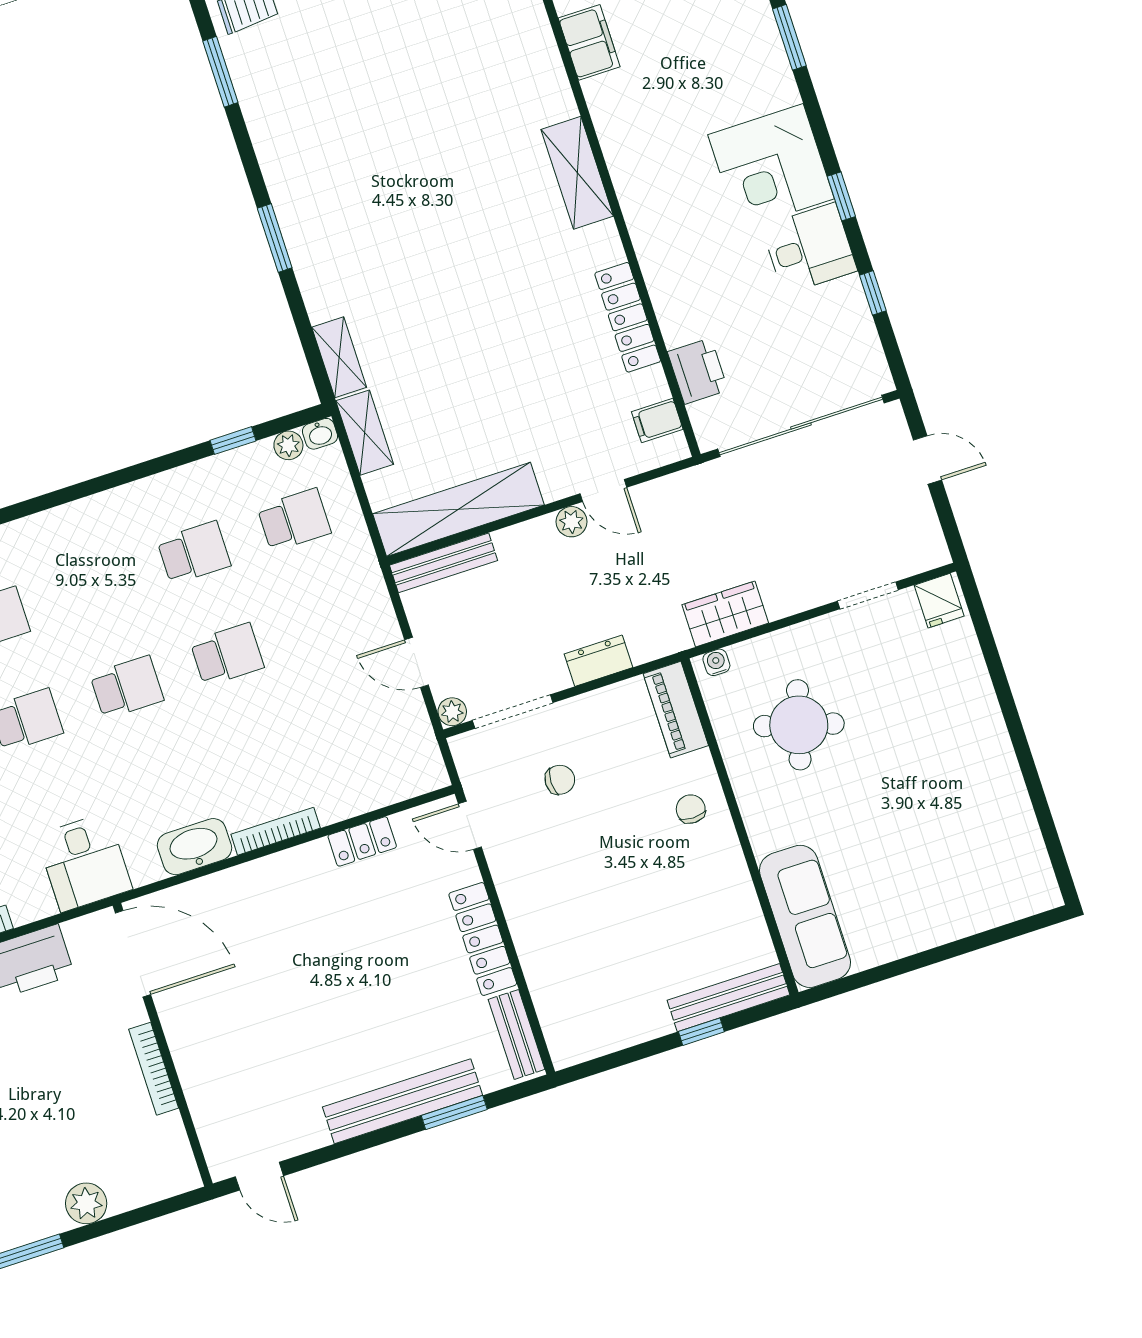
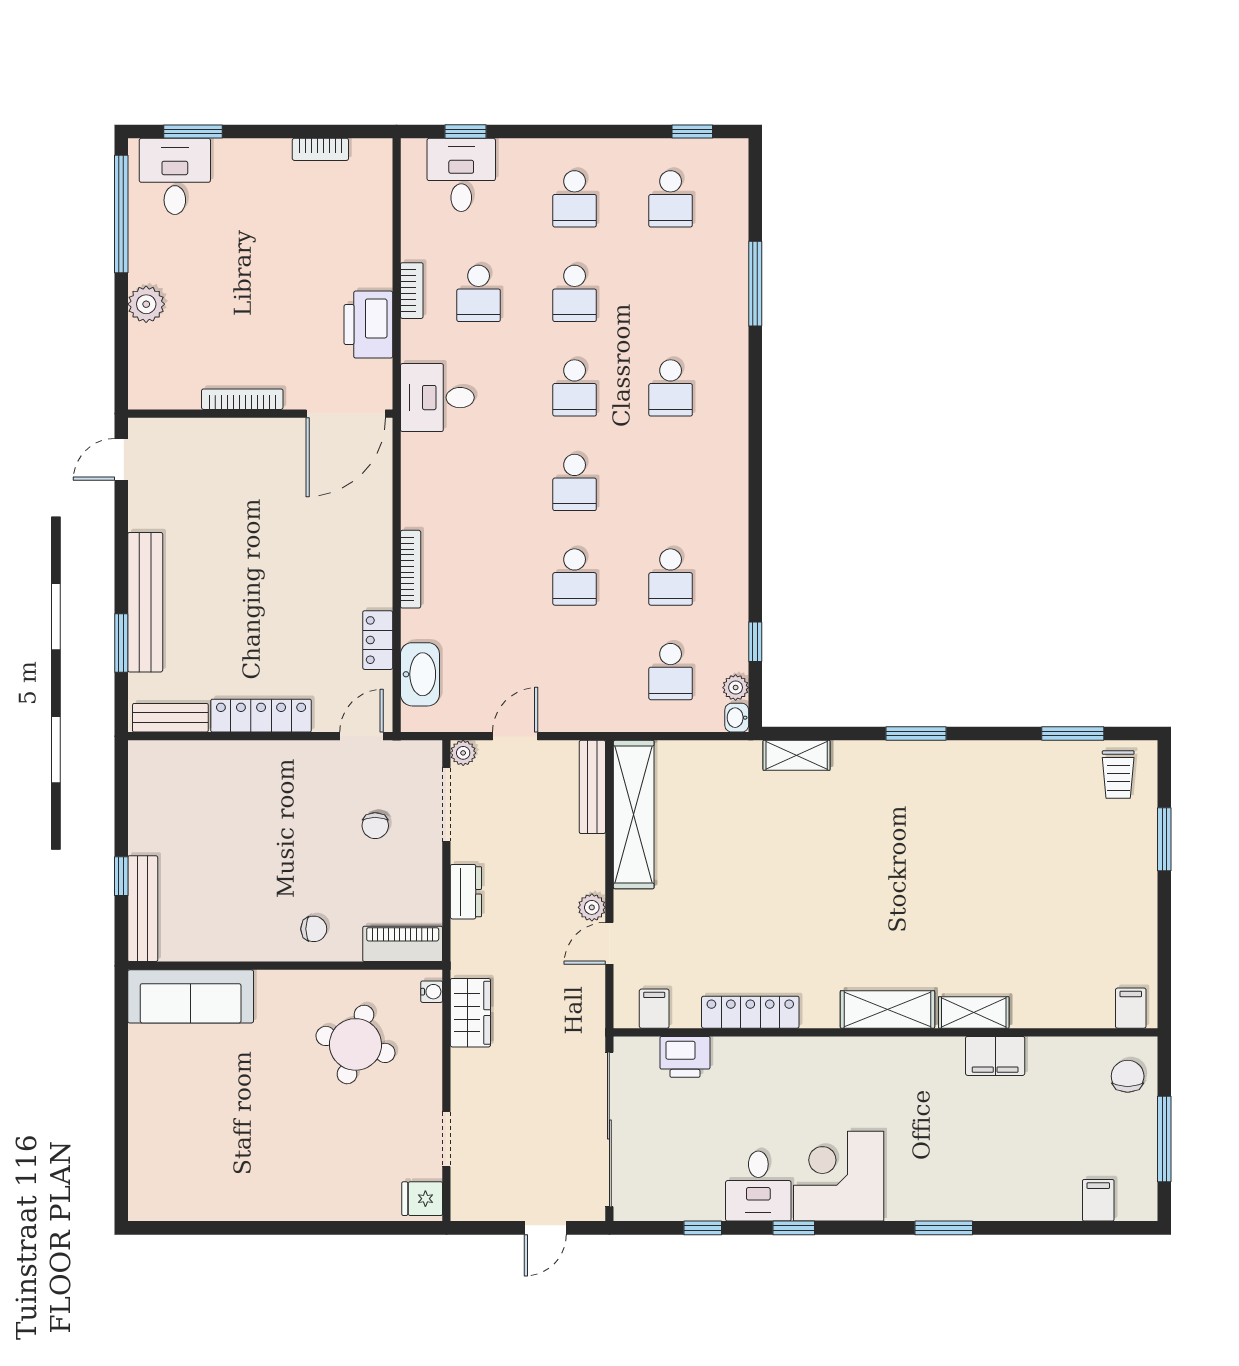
shelving: (365, 433) -> (974, 1012), moved
washbasin: (194, 847) -> (420, 674), moved

